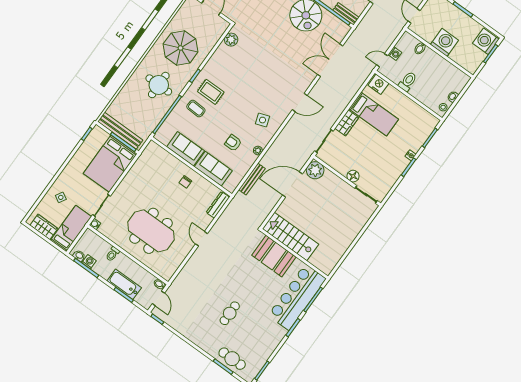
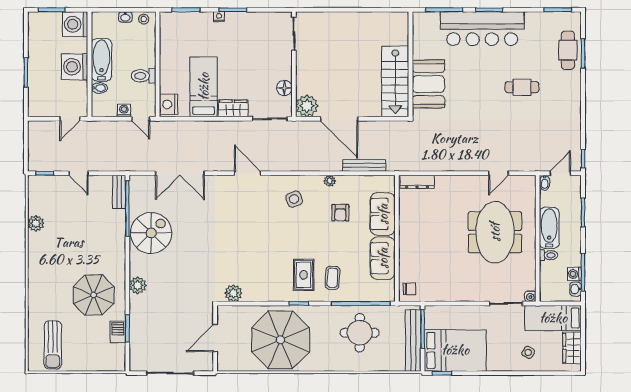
washing machine: (486, 41) -> (75, 24), moved, turned 90
parasol: (181, 48) -> (280, 340), width x1.36, depth x1.36
bathtub: (437, 62) -> (101, 60), added
round table: (159, 85) -> (360, 333), moved
bed: (110, 164) -> (455, 350), moved
floor lamp: (353, 176) -> (284, 88), moved
chair: (185, 182) -> (410, 289), moved
door: (201, 239) -> (498, 173), moved
bathtub: (124, 284) -> (549, 228), moved, turned 180
bar counter: (297, 297) -> (482, 29), moved

